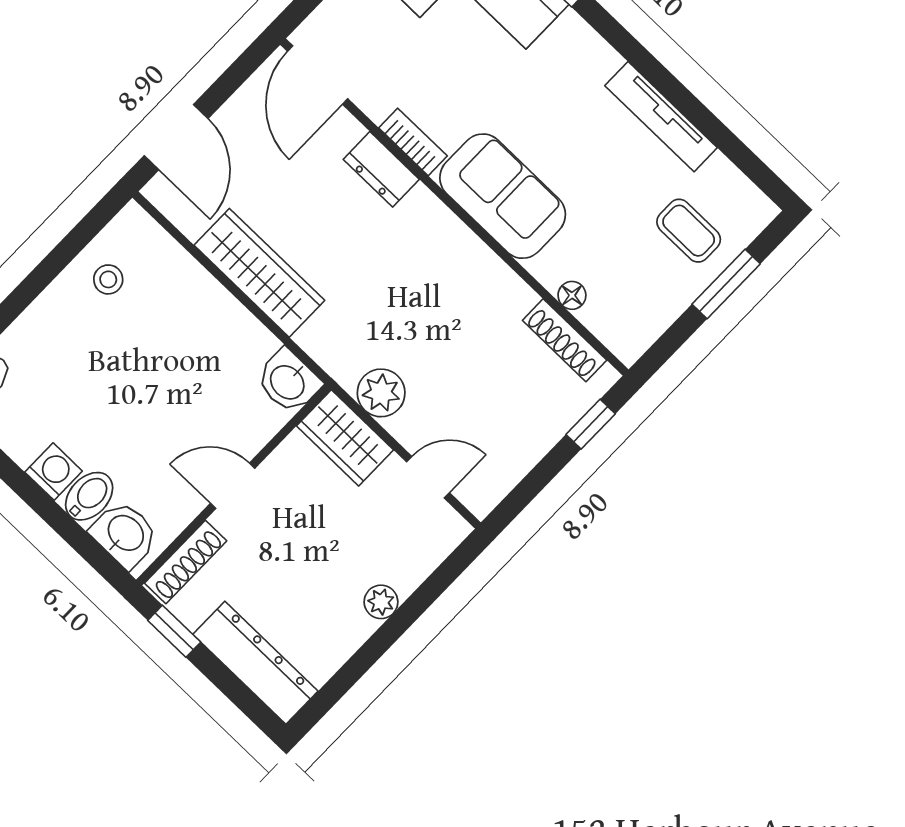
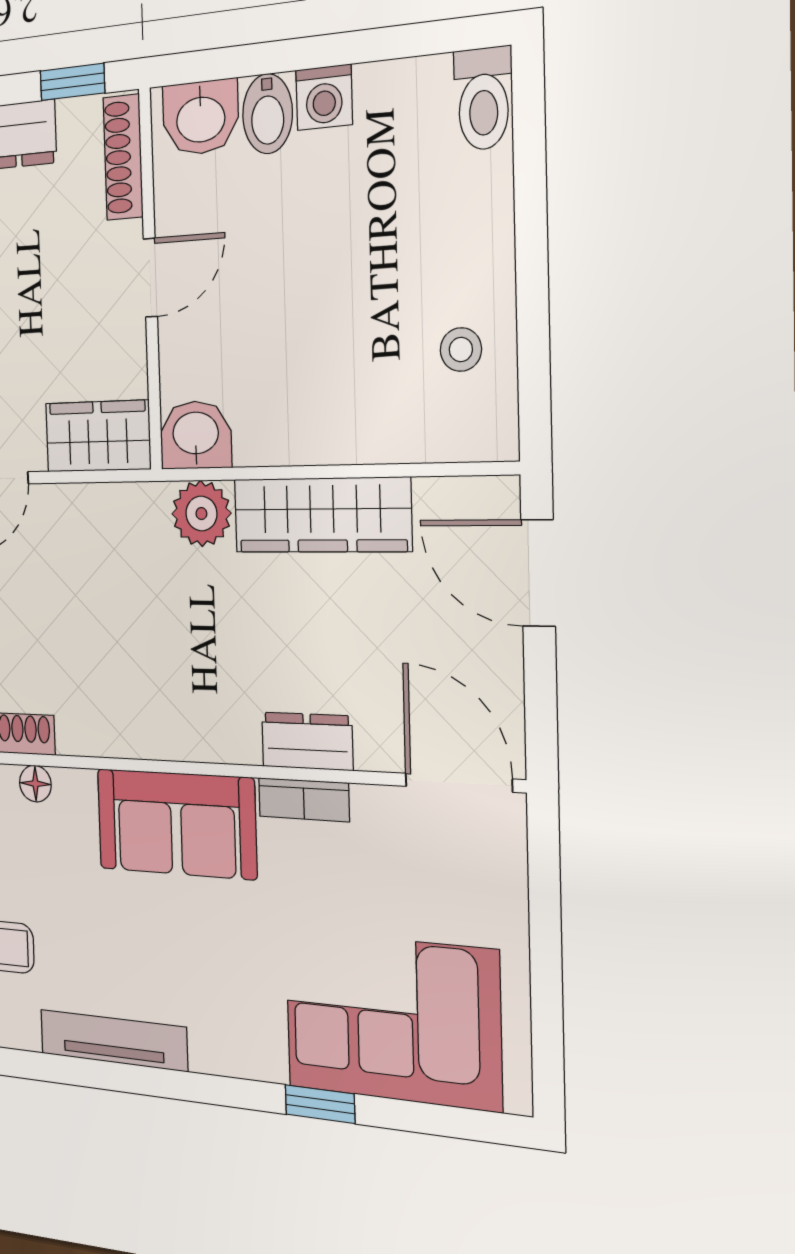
plant: (381, 393) -> (201, 514), moved

